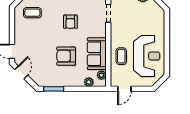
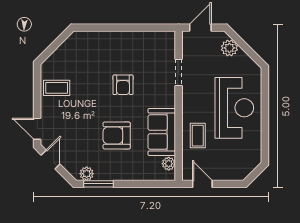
coffee table: (32, 13) -> (57, 88), moved
reception desk: (147, 56) -> (234, 108), moved
plant: (89, 82) -> (87, 174), moved
door: (124, 89) -> (202, 184), swing flipped

